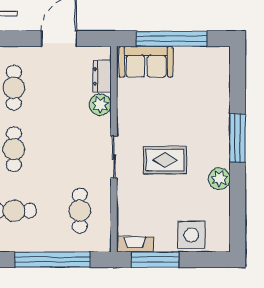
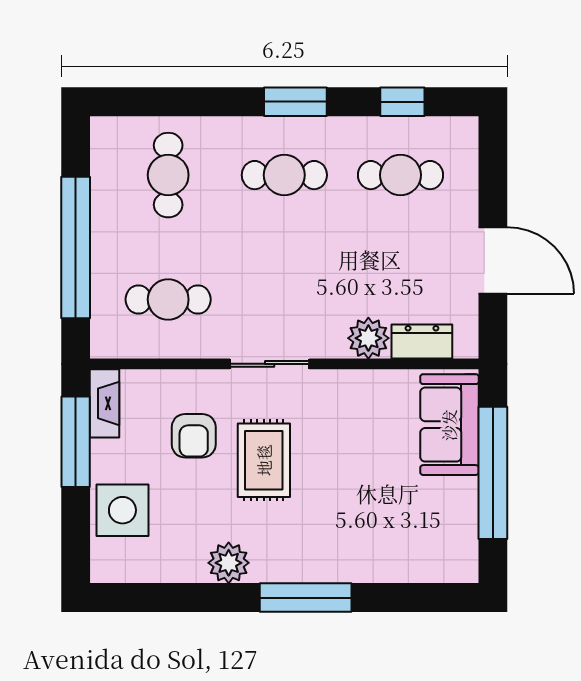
armchair: (152, 197) -> (194, 436), added

